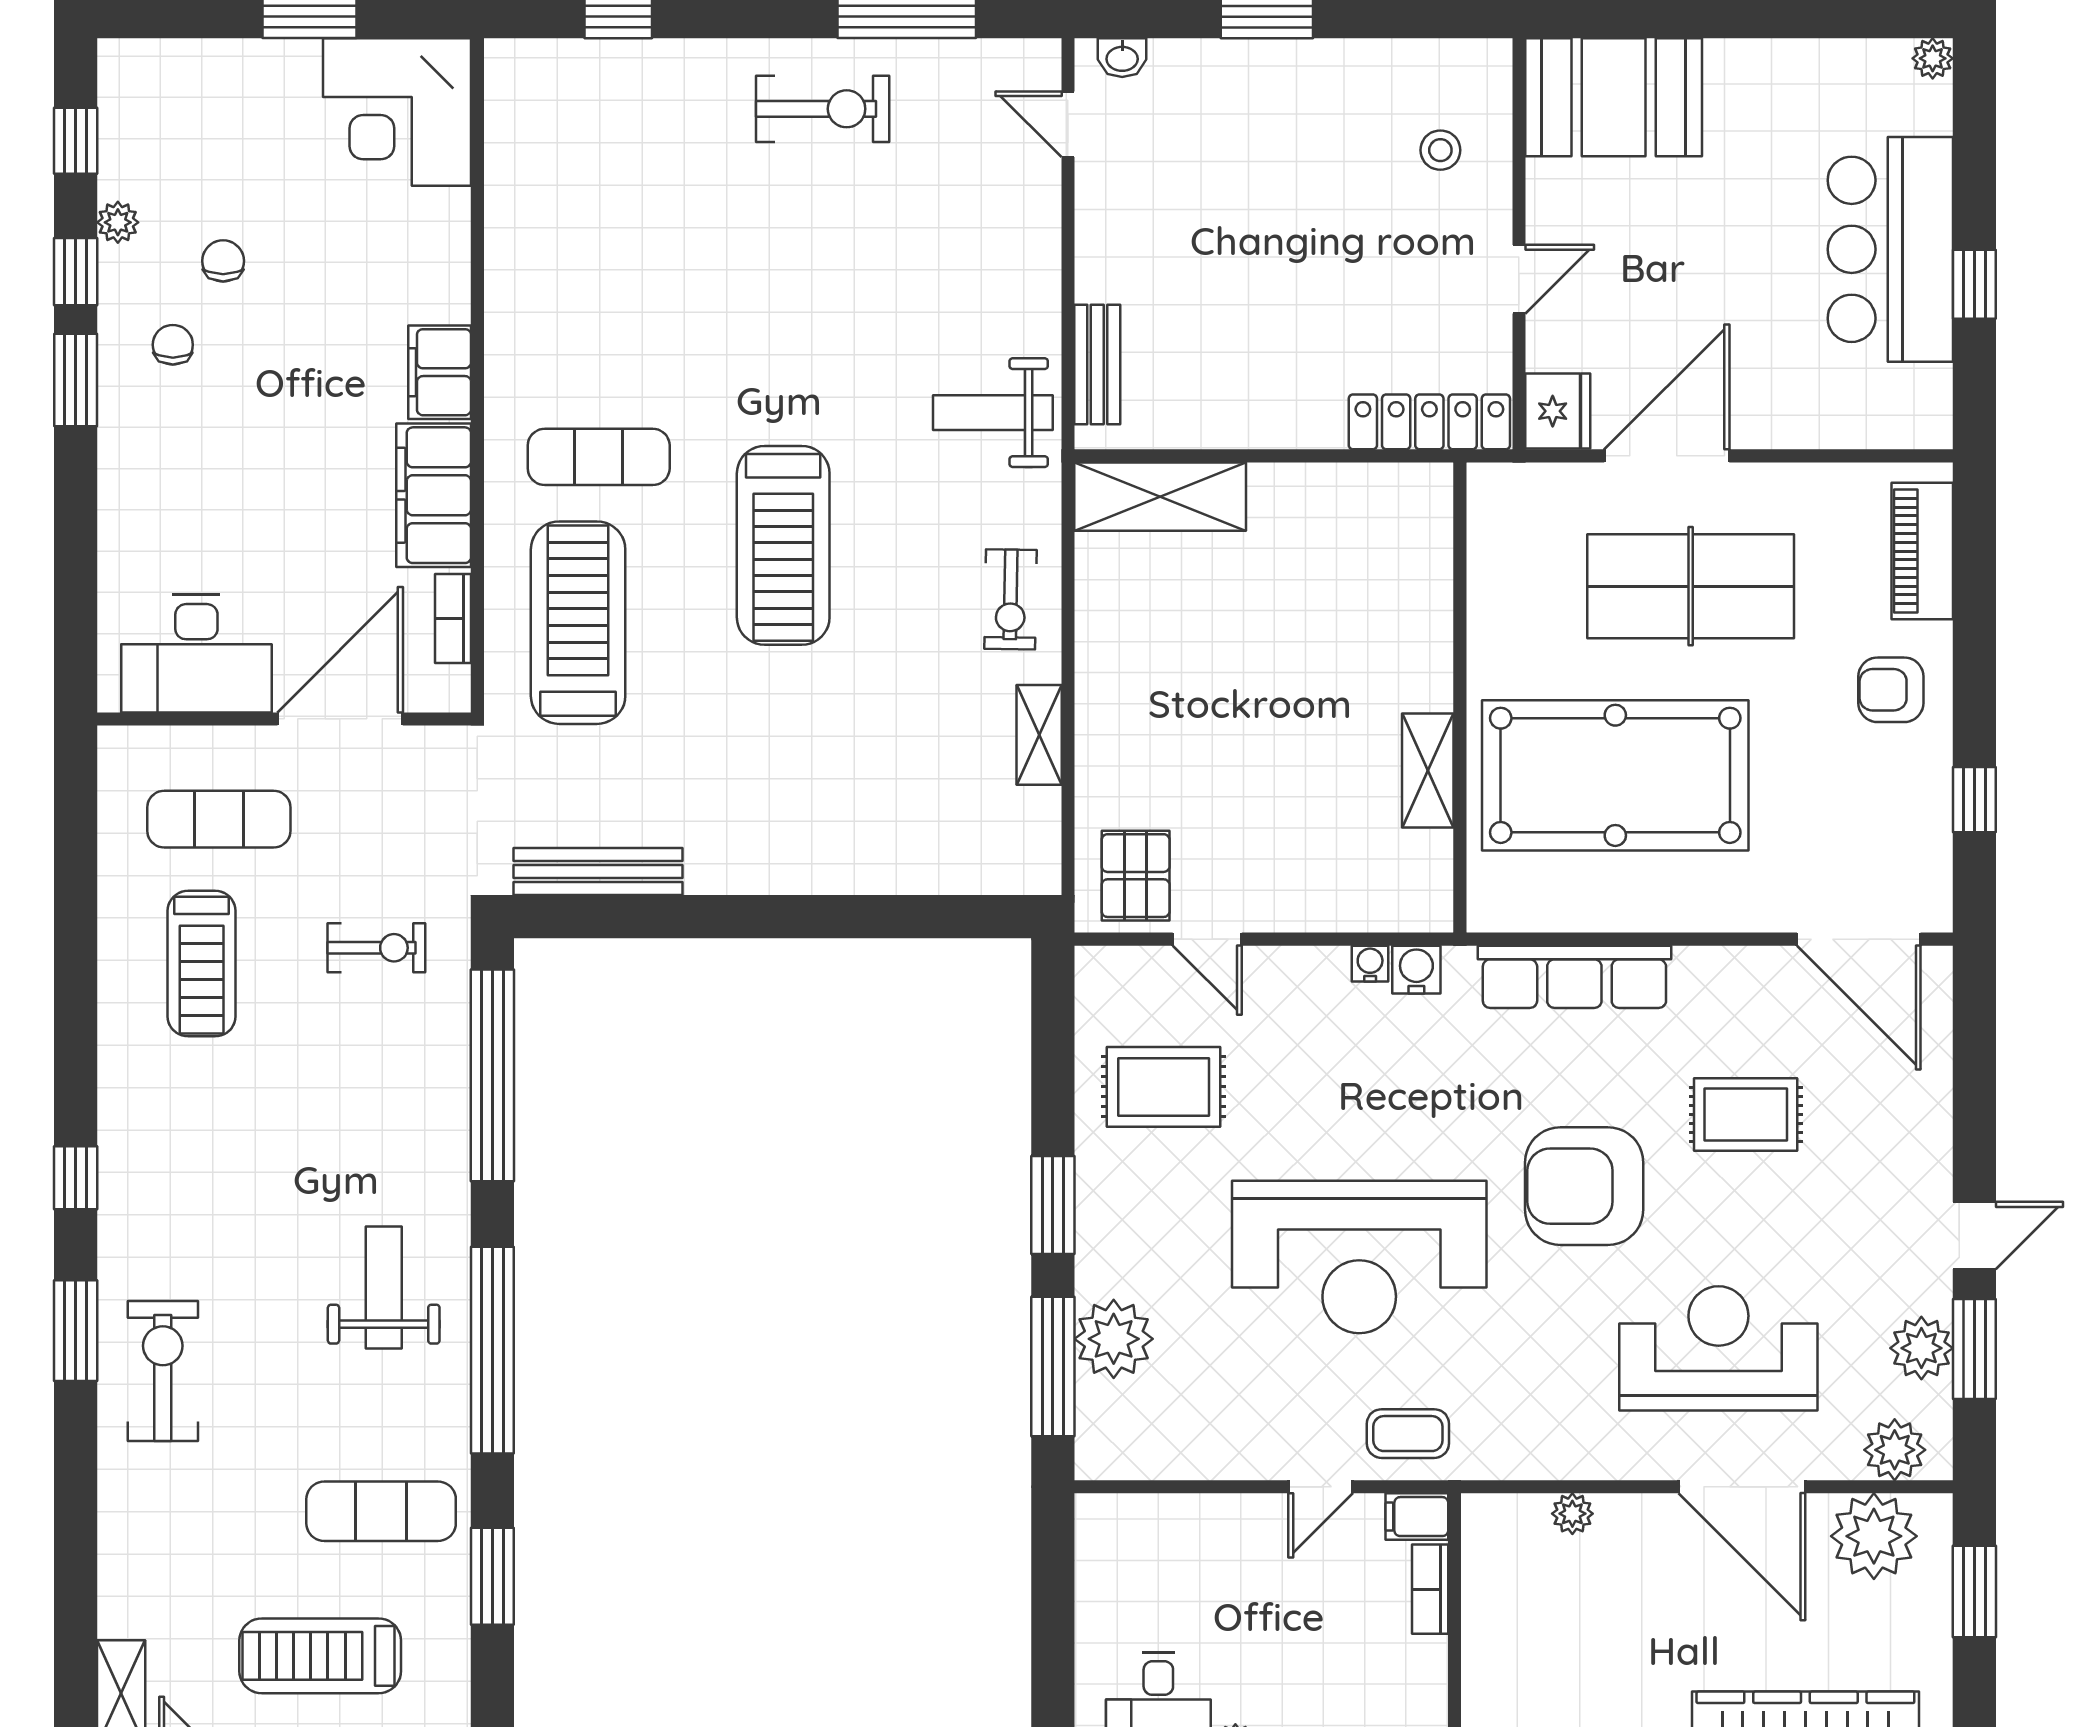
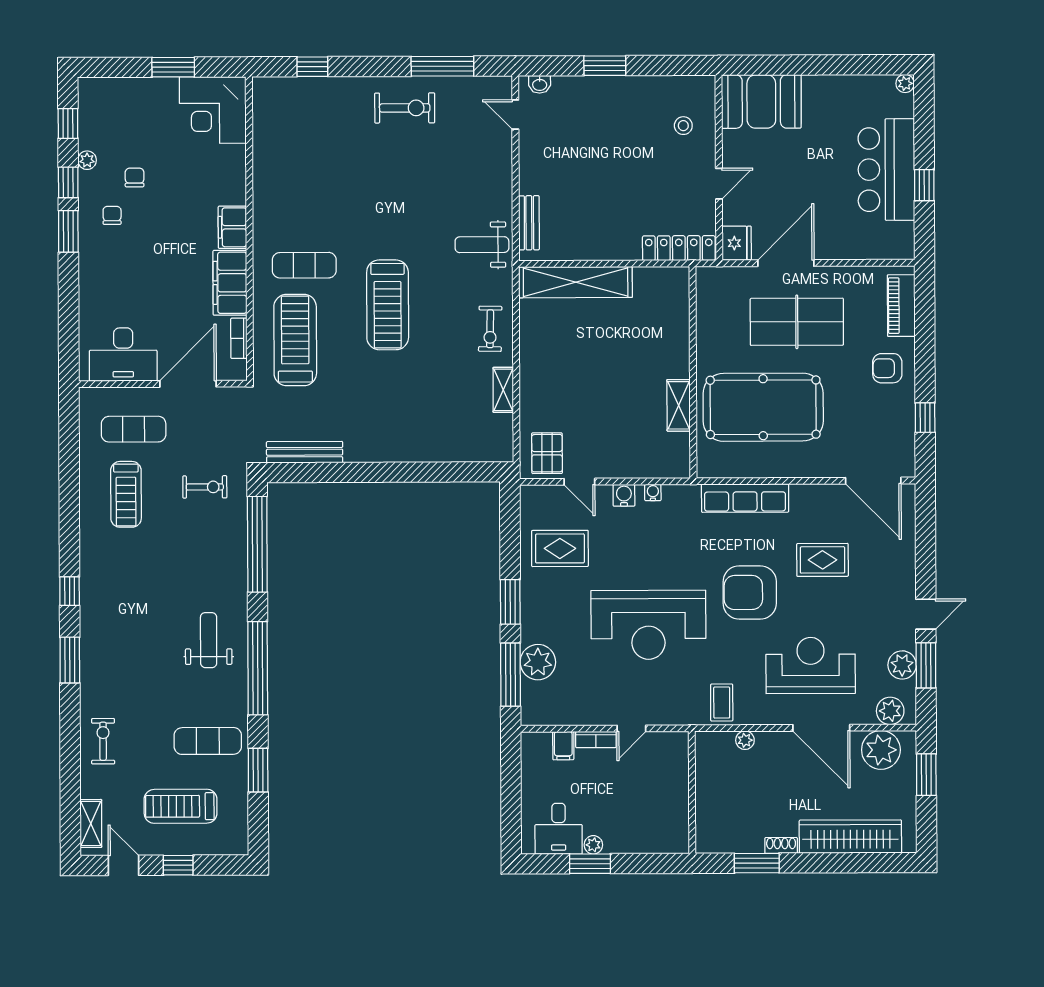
shelving: (1160, 497) -> (576, 282), width x1.47
water cooler: (1416, 970) -> (624, 495), moved
exercise bike: (163, 1371) -> (103, 741), moved, width x0.73, depth x0.72
coffee table: (1408, 1434) -> (722, 703), moved, turned 90
filing cabinet: (1417, 1517) -> (563, 746), moved, turned -90
bookcase: (1430, 1589) -> (596, 740), moved, turned -90

